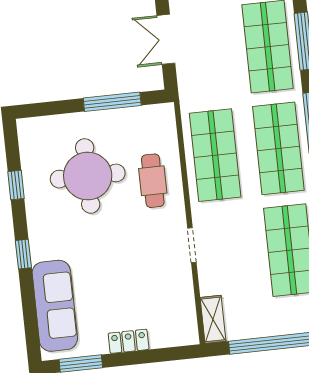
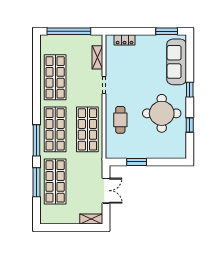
window: (112, 102) -> (137, 162), width x0.69
round table: (88, 176) -> (162, 113), moved
shelving: (213, 319) -> (97, 57), moved
locker: (129, 341) -> (125, 40), moved

